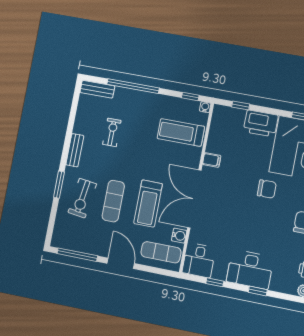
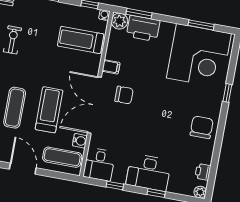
window: (241, 105) -> (139, 14), width x1.50
plant: (221, 113) -> (120, 21), added
printer: (261, 123) -> (143, 28), moved
chair: (267, 189) -> (124, 95), moved
treadmill: (148, 204) -> (49, 110), turned 180

